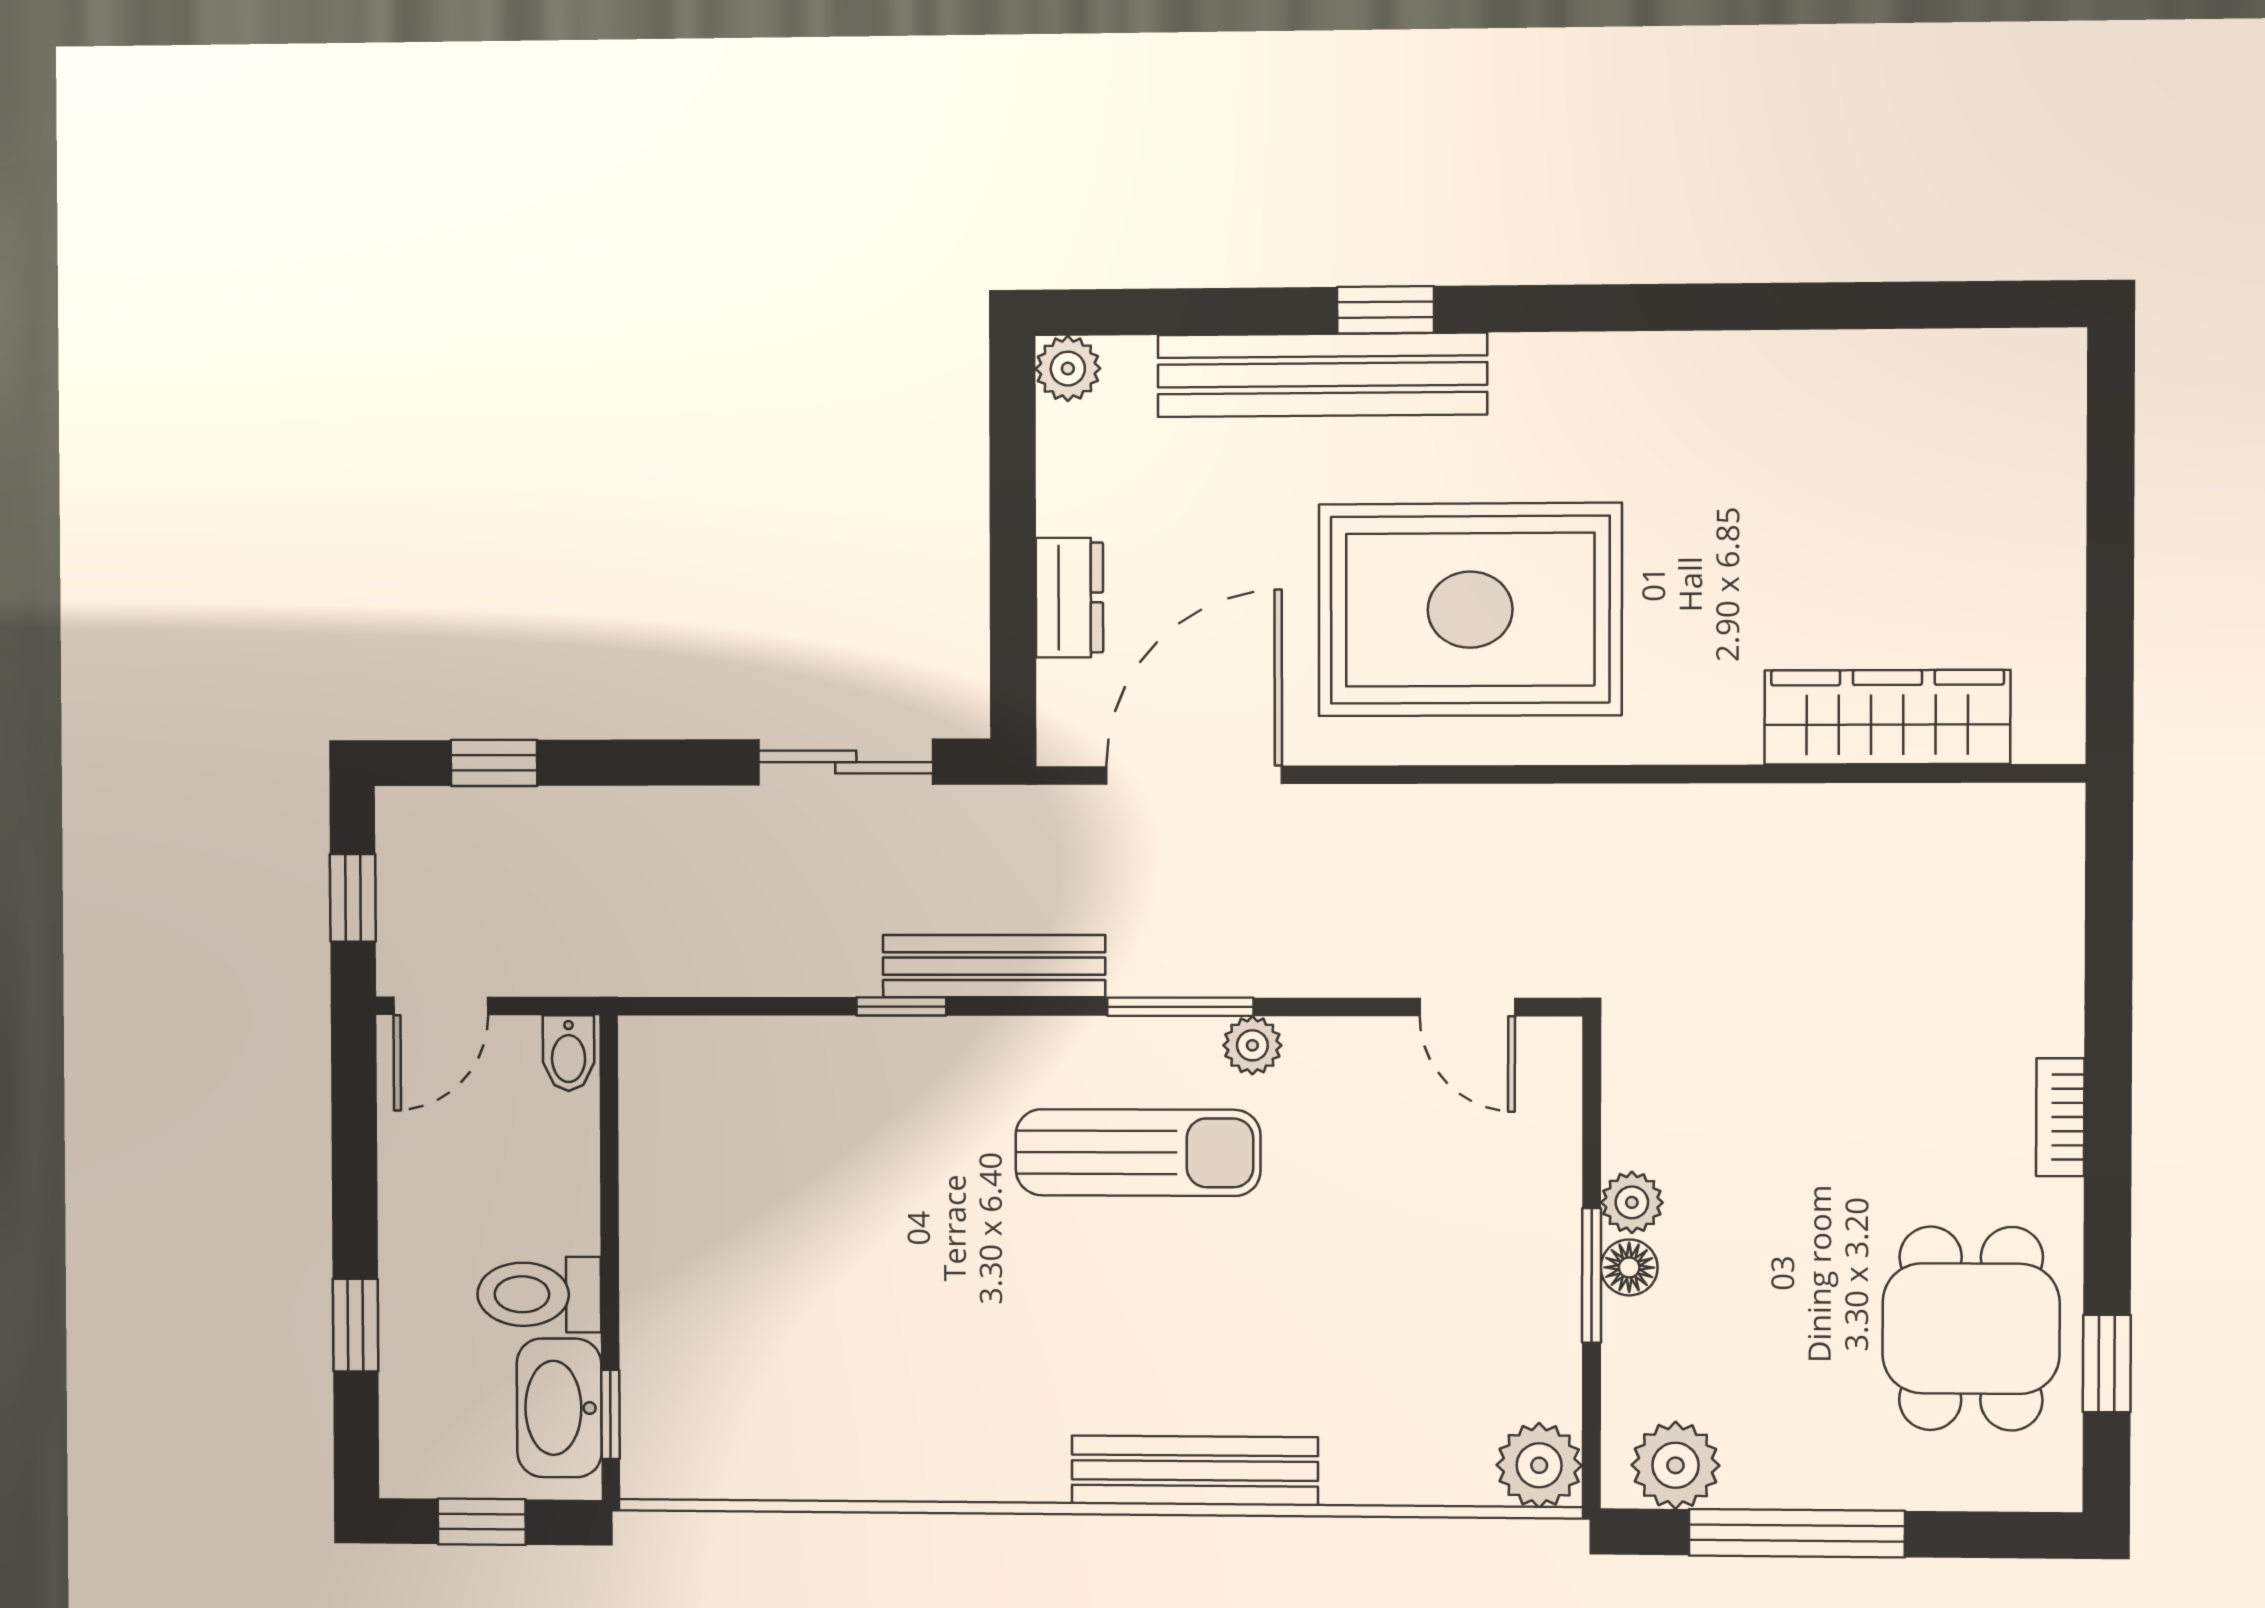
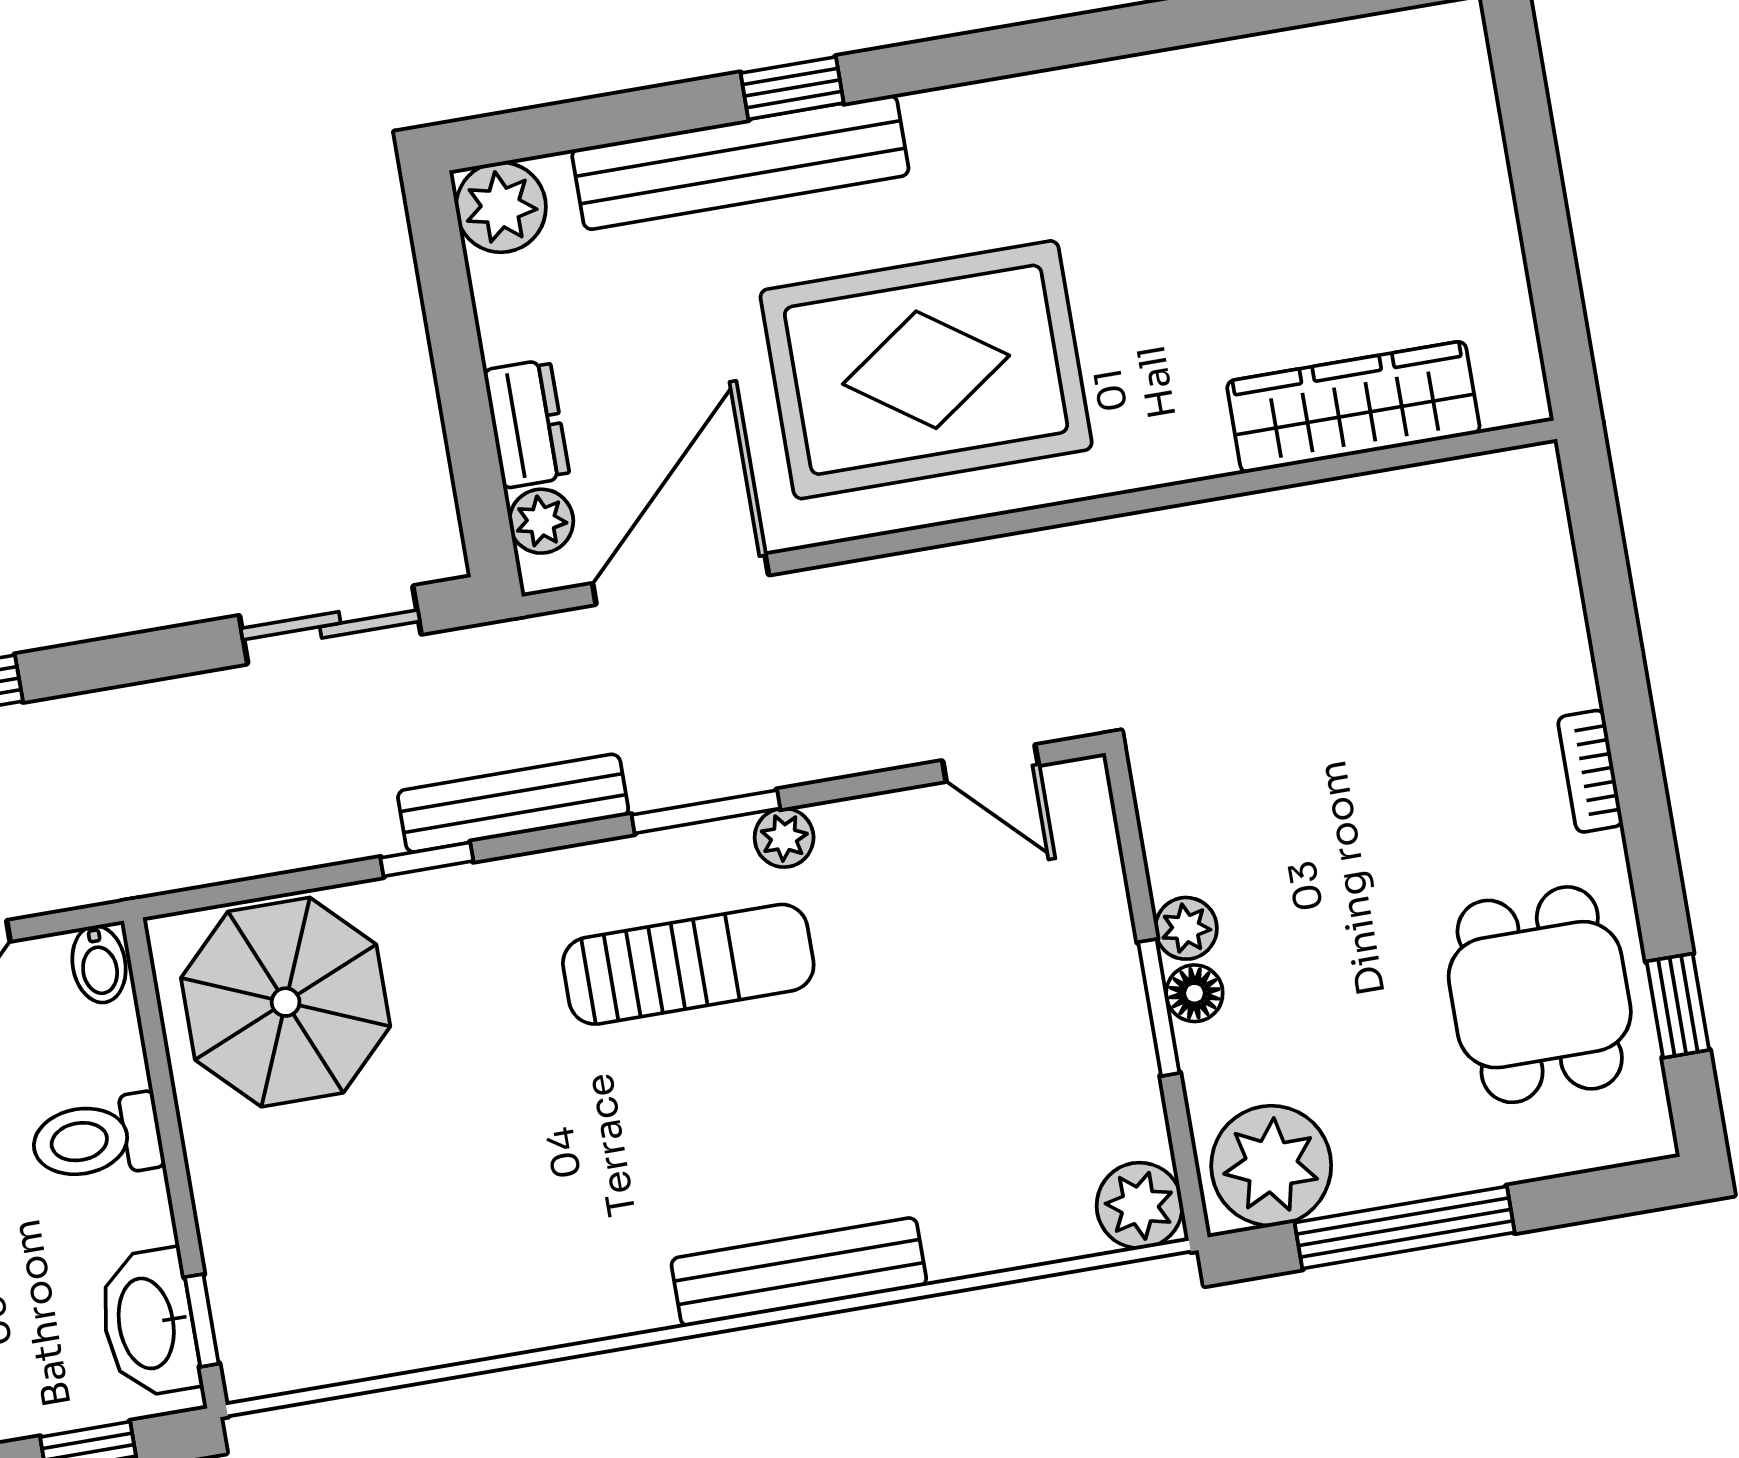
plant: (1068, 369) -> (501, 207), width x1.38, depth x1.38
plant: (1068, 695) -> (541, 521), added
parasol: (742, 1121) -> (286, 1002), added
toilet: (539, 1294) -> (97, 1139), moved
plant: (1675, 1465) -> (1271, 1166), width x1.36, depth x1.36

